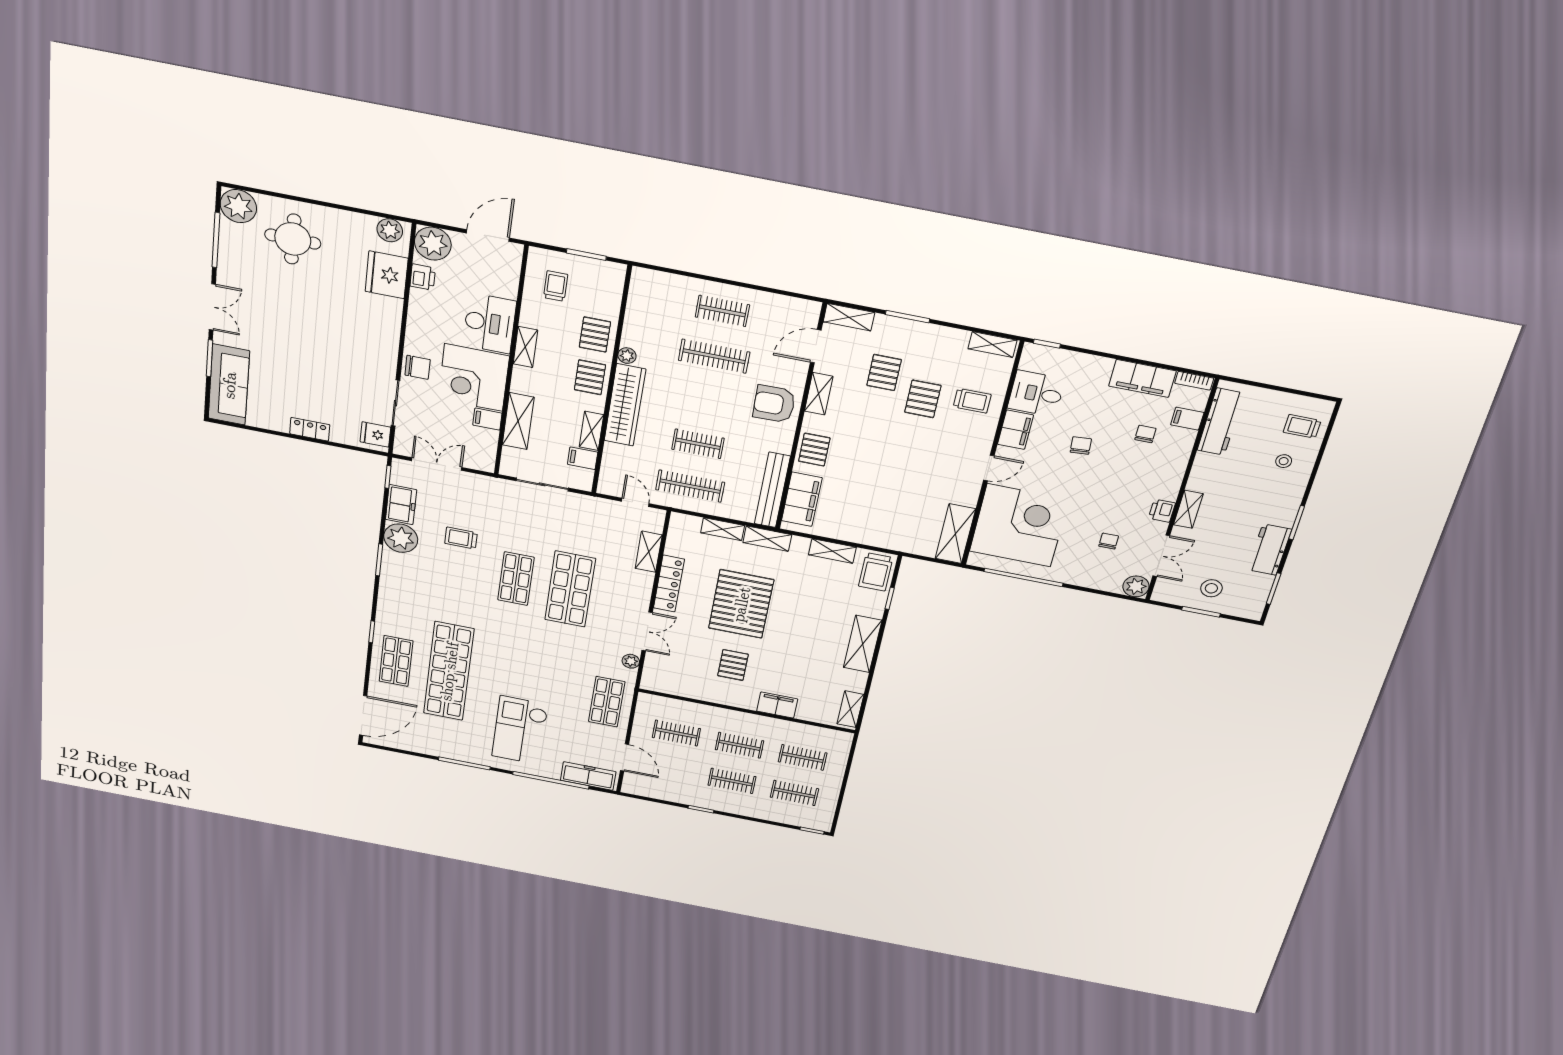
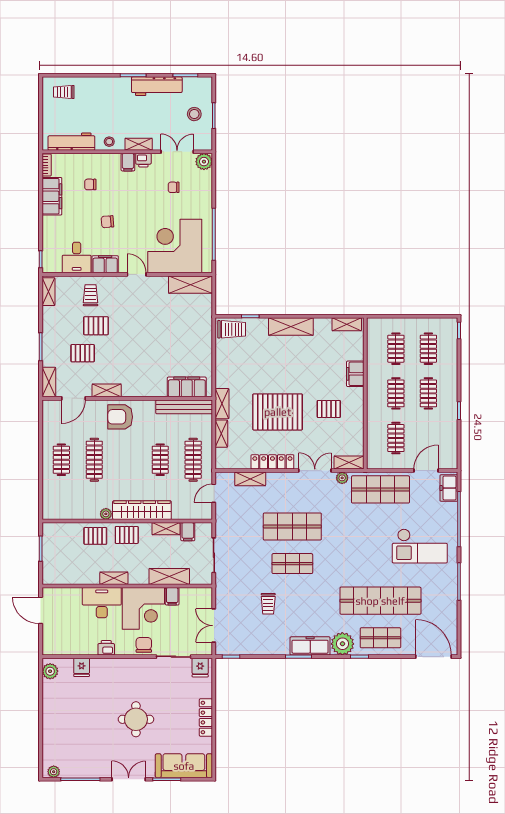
plant: (238, 206) -> (54, 772), width x0.53, depth x0.53
round table: (293, 239) -> (136, 719), moved
plant: (433, 244) -> (54, 644), removed
fridge: (387, 275) -> (82, 667), width x0.53, depth x0.75
printer: (423, 277) -> (106, 648), moved
trolley: (556, 286) -> (67, 565), removed
door: (816, 346) -> (73, 398), hinge flipped
armchair: (774, 404) -> (120, 417), turned 91
filing cabinet: (1187, 419) -> (128, 162), moved
trolley: (1302, 426) -> (64, 92), turned 90
locker: (310, 429) -> (206, 718), width x1.53
pallet: (814, 450) -> (148, 386), removed
stool: (1284, 461) -> (109, 142), moved
freezer: (401, 505) -> (310, 646), moved, width x1.40
plant: (401, 538) -> (342, 644), moved
workbench: (1269, 550) -> (157, 86), width x1.38
shelving: (832, 551) -> (349, 462), moved, turned 90
shop shelf: (607, 702) -> (380, 489), width x1.43, depth x1.36
freezer: (588, 776) -> (449, 488), width x0.71

